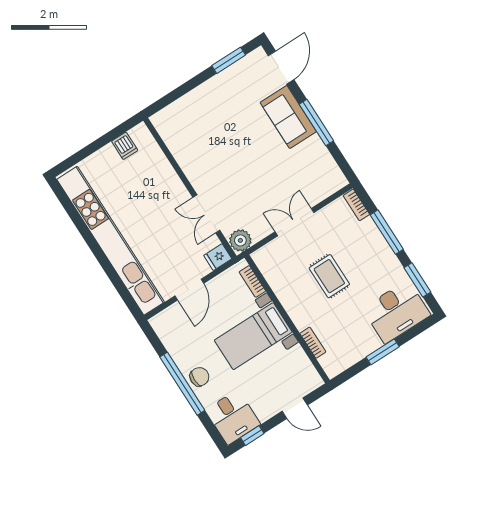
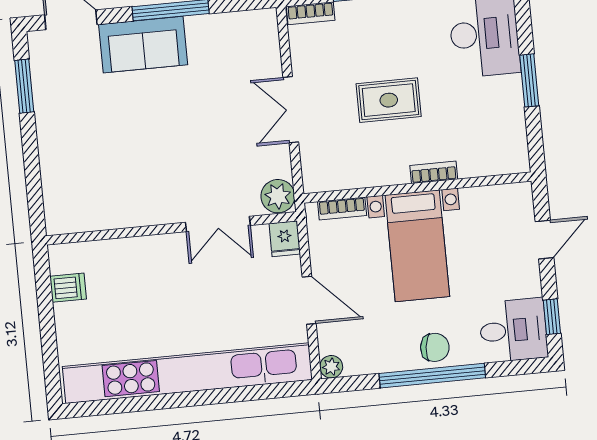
plant: (157, 322) -> (331, 367), added
bookcase: (313, 343) -> (434, 172), moved
chair: (199, 377) -> (435, 347), turned 97

